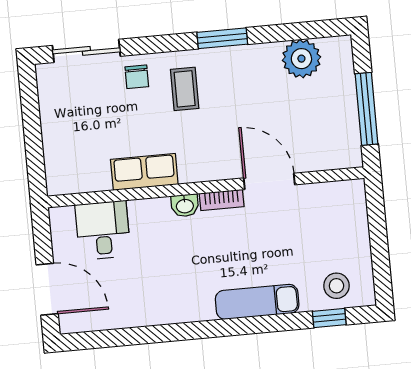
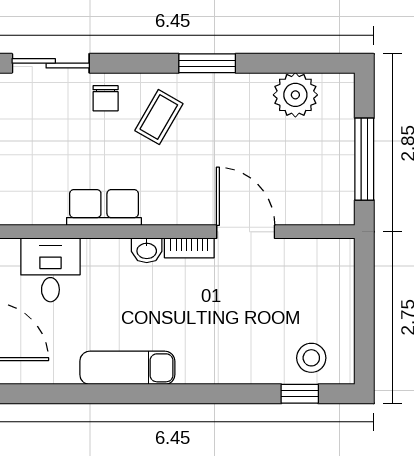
coffee table: (185, 89) -> (159, 117), turned 30
exam couch: (257, 302) -> (127, 368), moved

